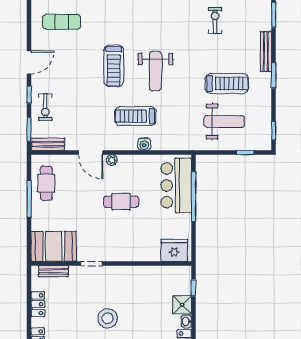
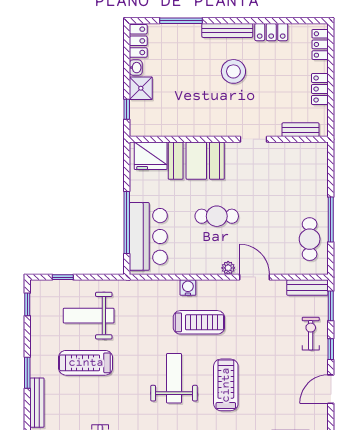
booth: (54, 246) -> (196, 161), moved

